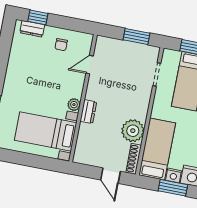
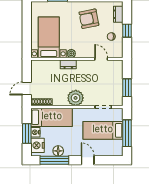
window: (38, 17) -> (127, 31), moved
armchair: (31, 71) -> (89, 19), added
plant: (133, 131) -> (76, 98), moved

